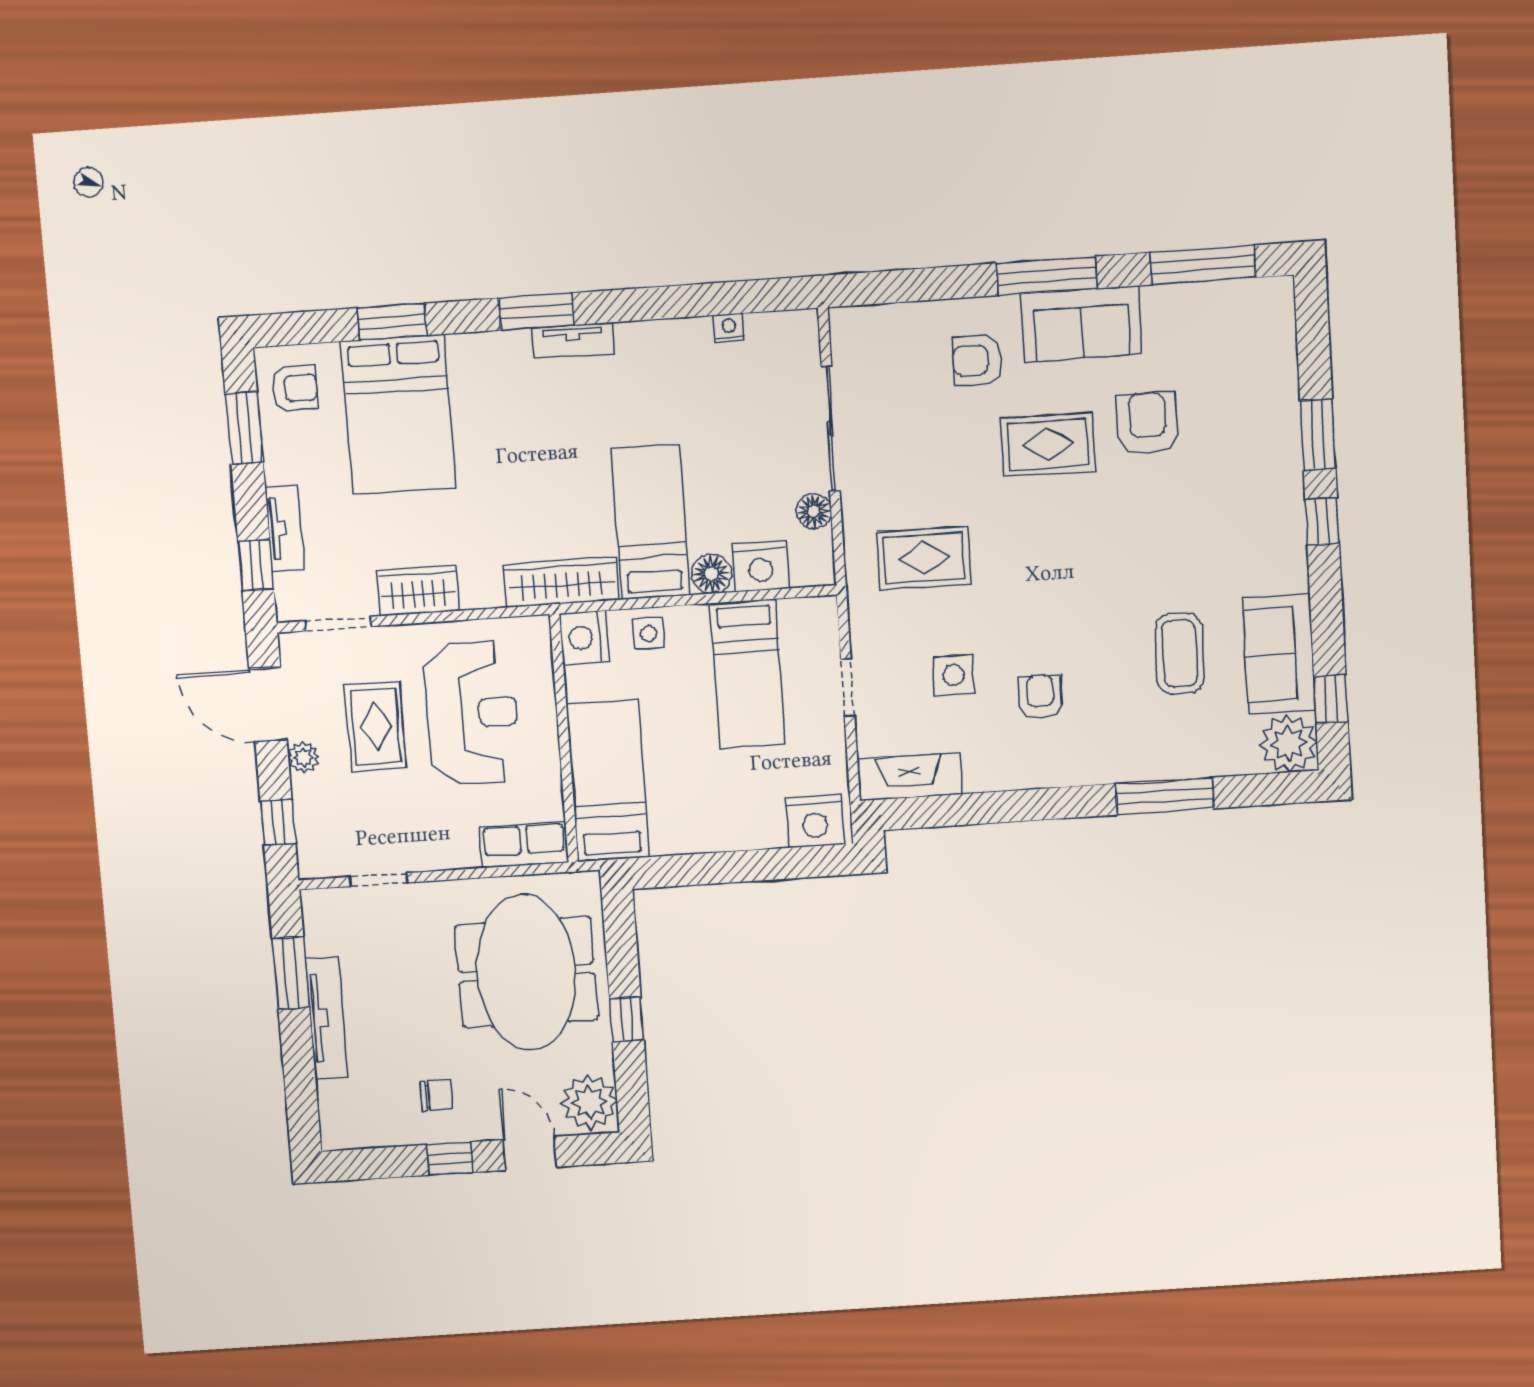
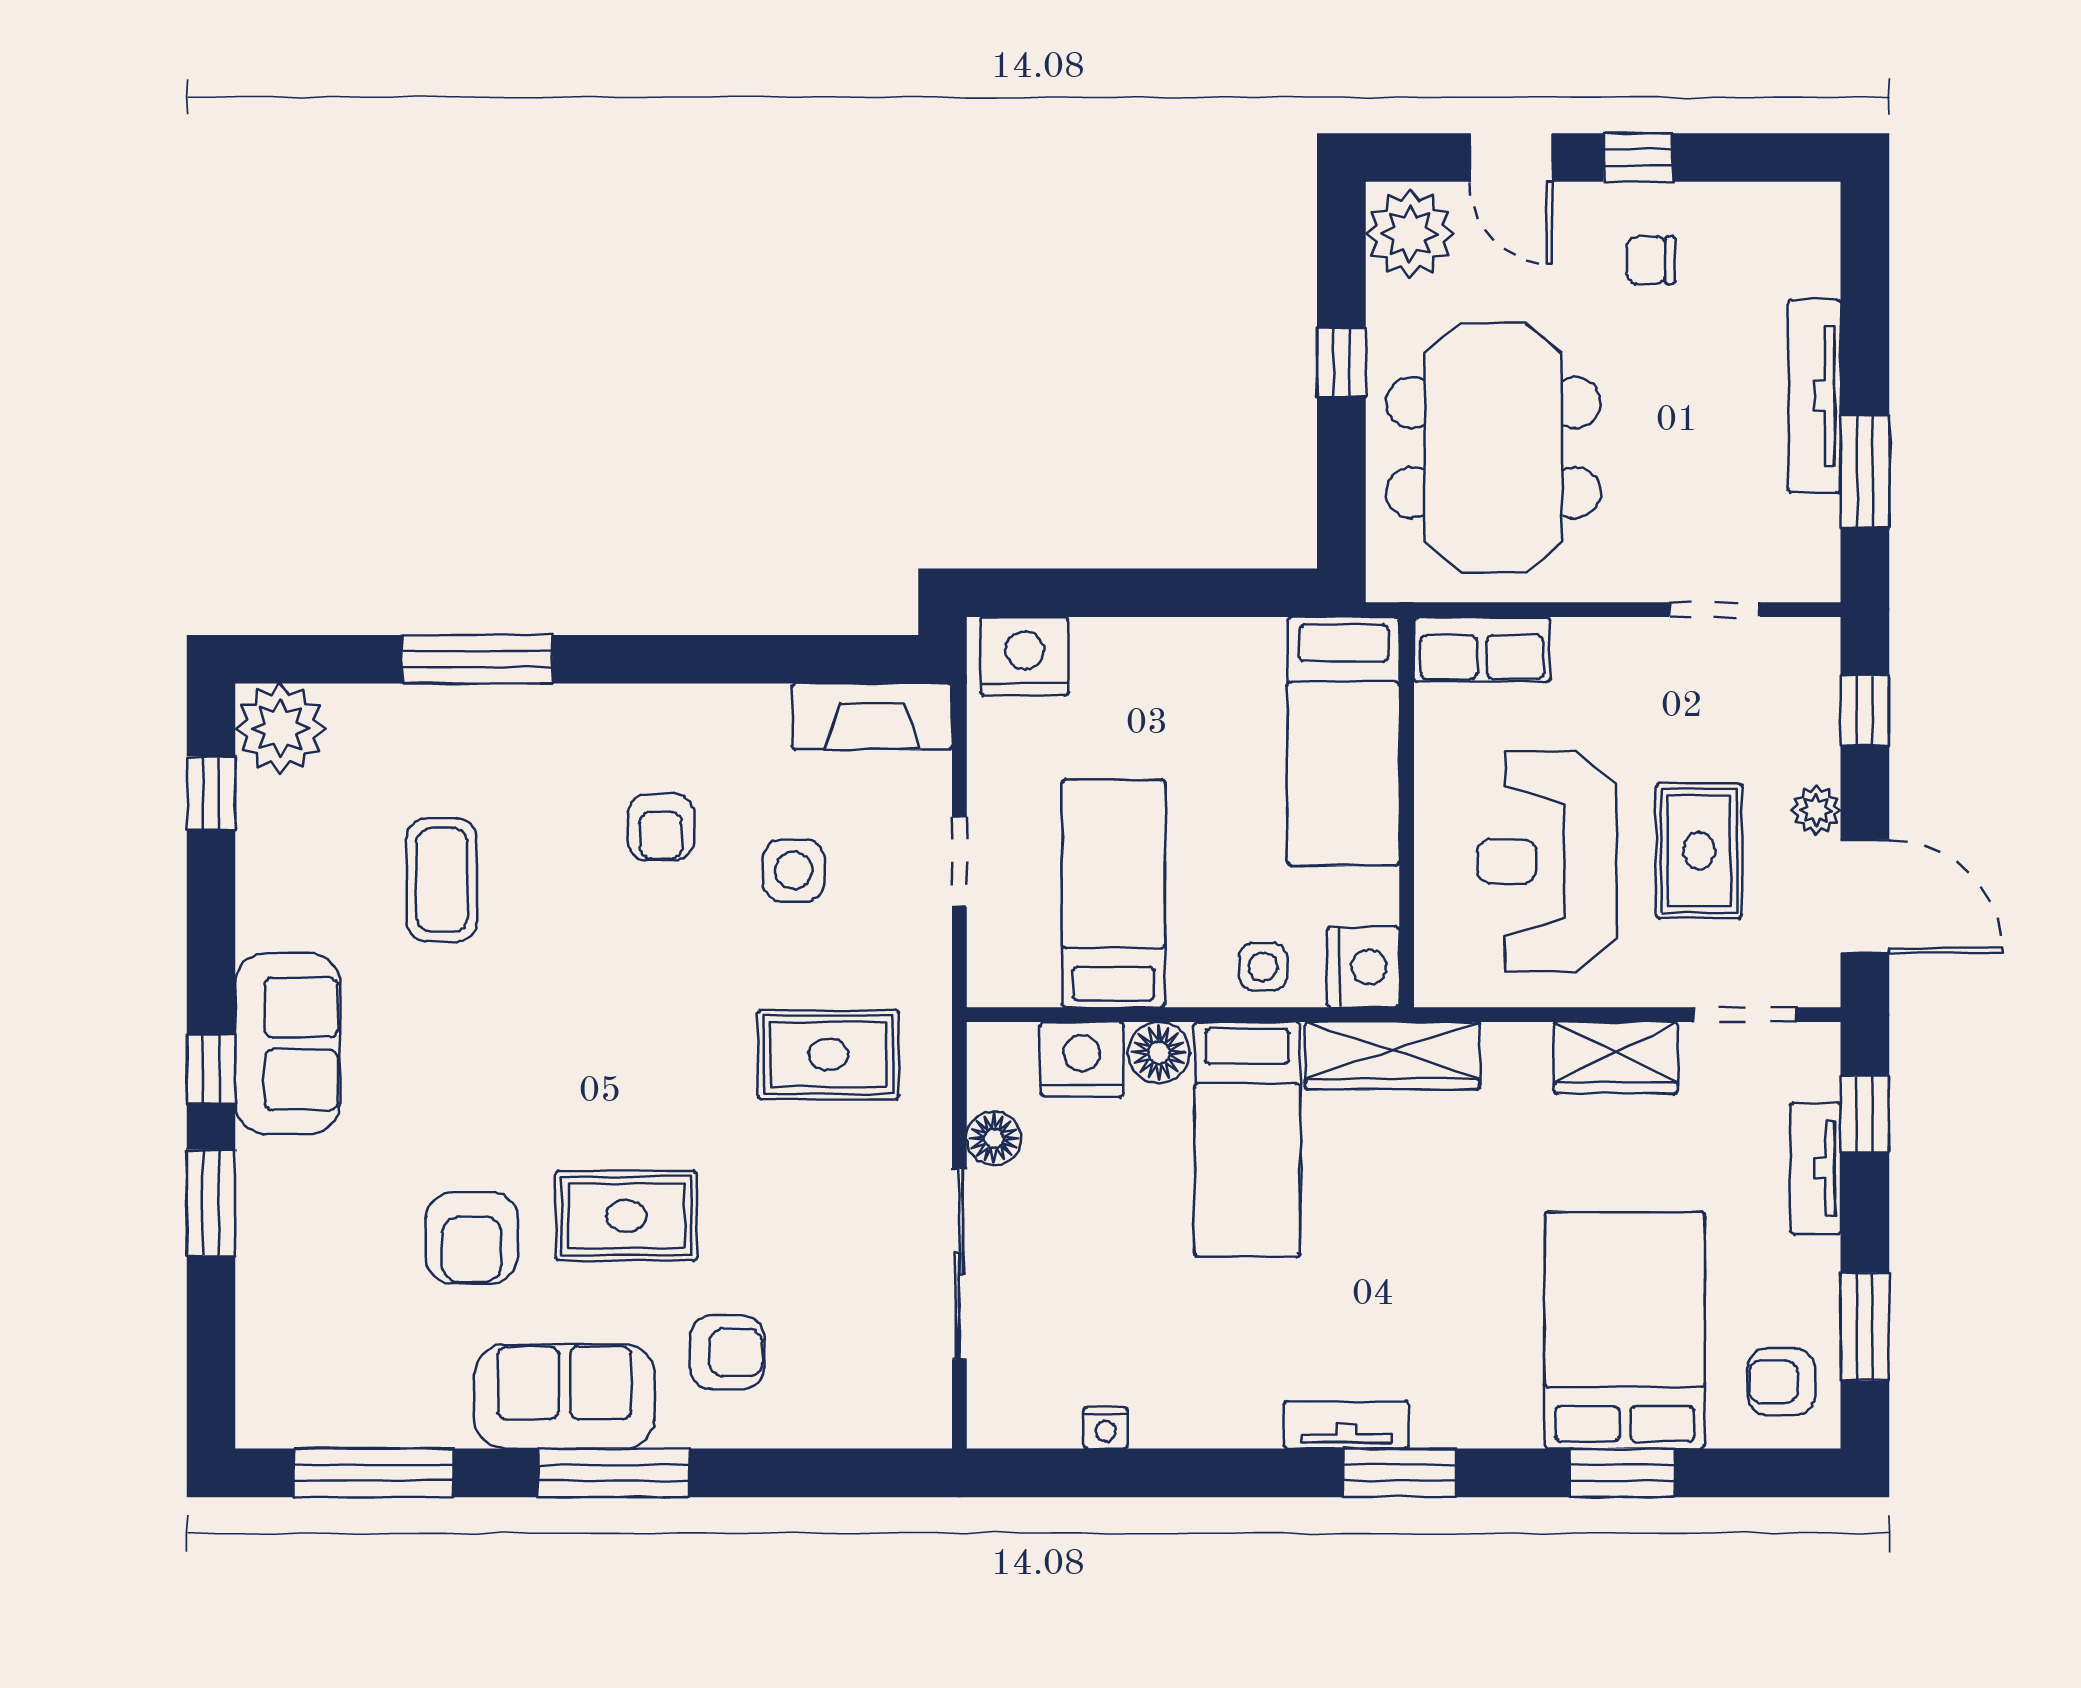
sofa: (1279, 654) -> (288, 1044), moved

